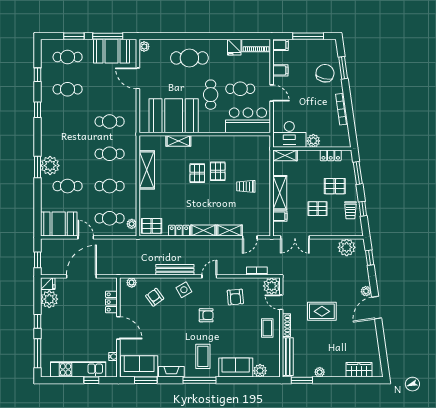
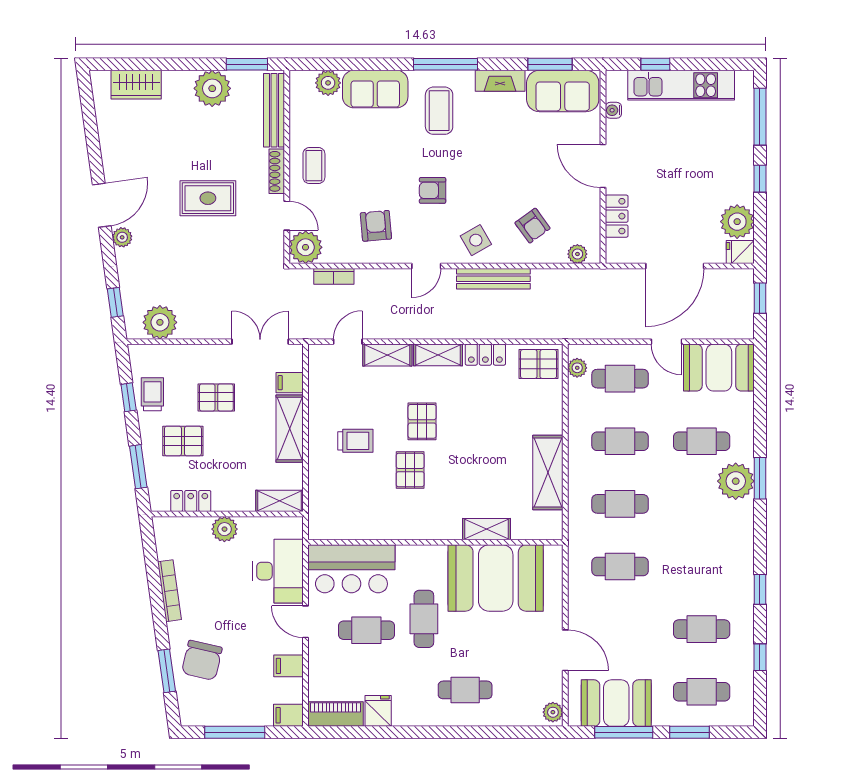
cafe table: (189, 58) -> (465, 690), width x0.73, depth x0.74
desk: (289, 134) -> (278, 571), moved, turned 90
pallet: (197, 173) -> (422, 421), moved
plant: (320, 372) -> (212, 88), width x1.87, depth x1.87

